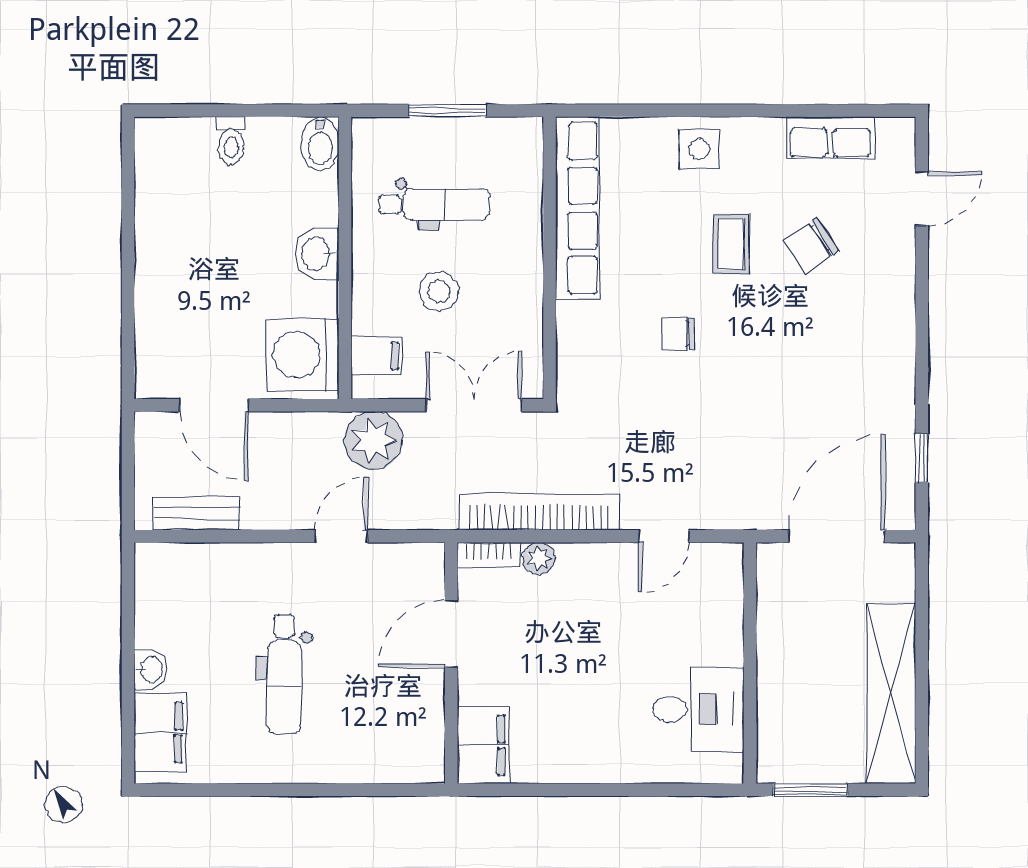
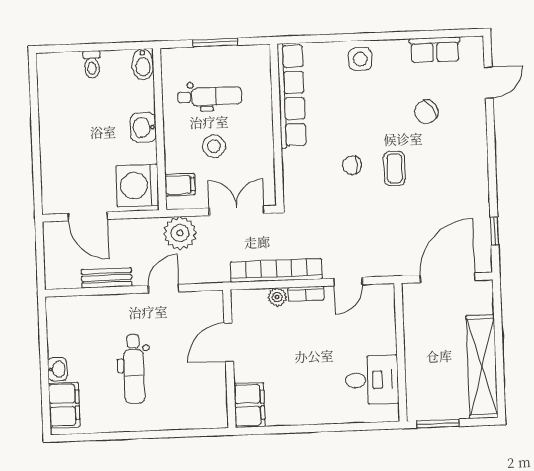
coffee table: (731, 244) -> (394, 169), moved
bench: (196, 513) -> (106, 278), moved
bookcase: (488, 555) -> (306, 294), moved

